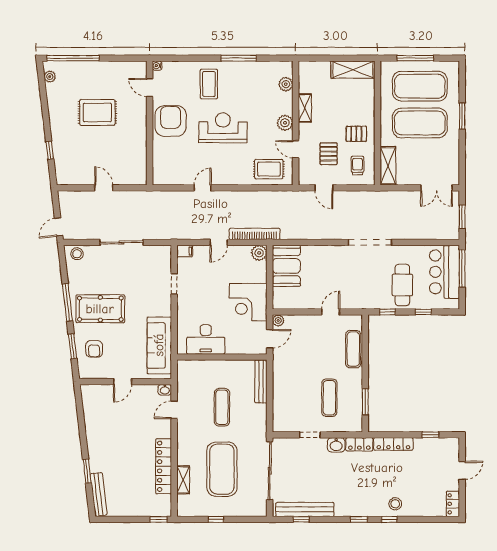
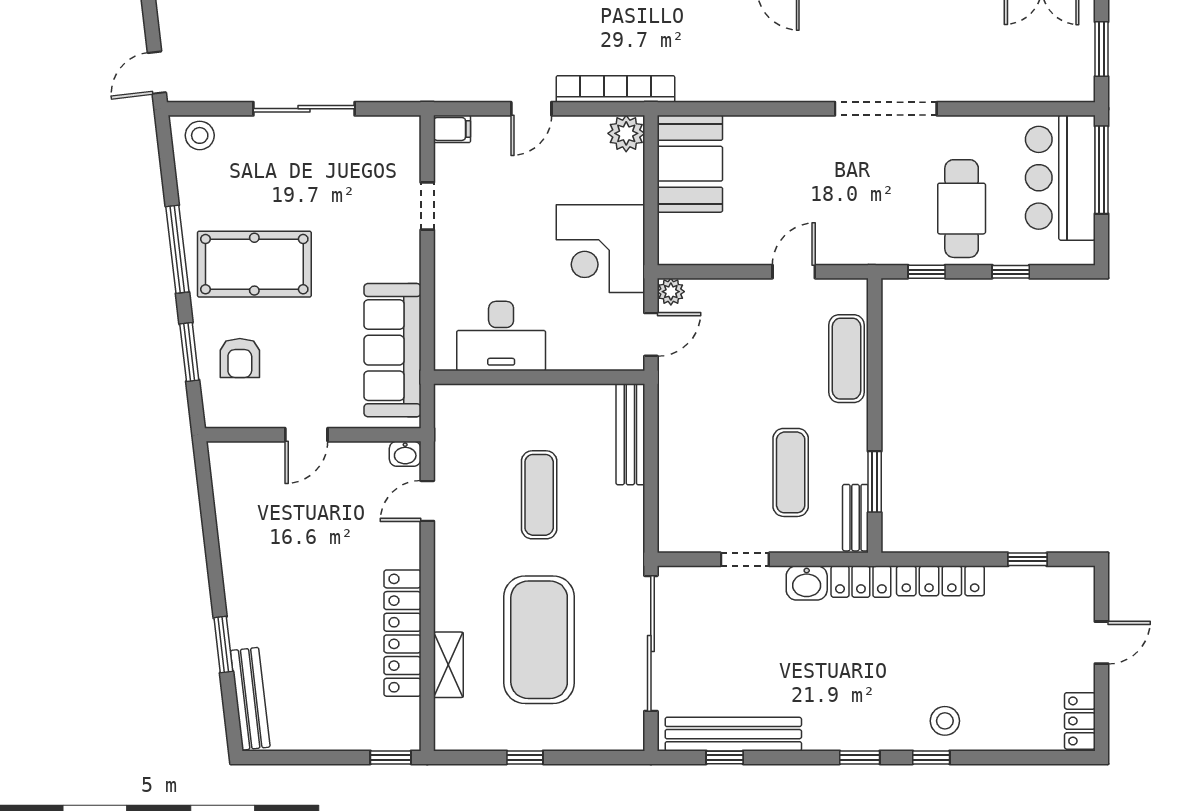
bench: (357, 417) -> (855, 518), added

